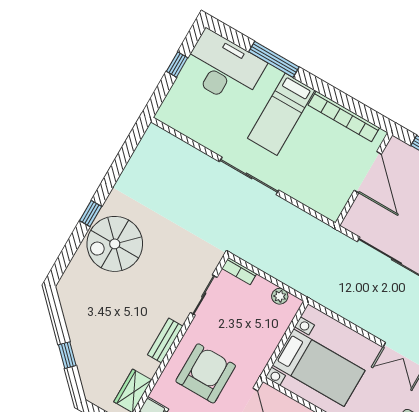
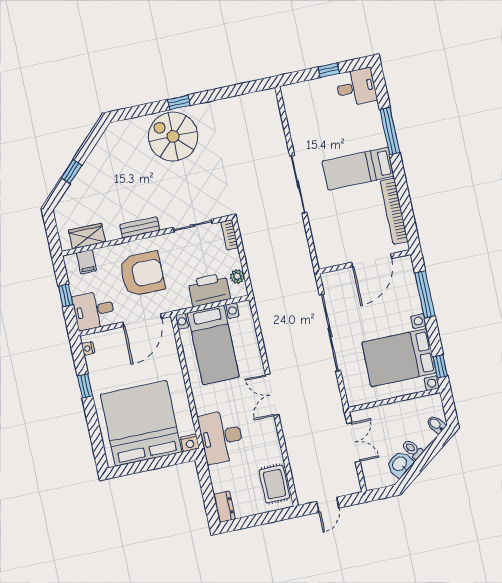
desk: (223, 68) -> (356, 87), width x0.53, depth x0.77
printer: (270, 330) -> (209, 290), added

